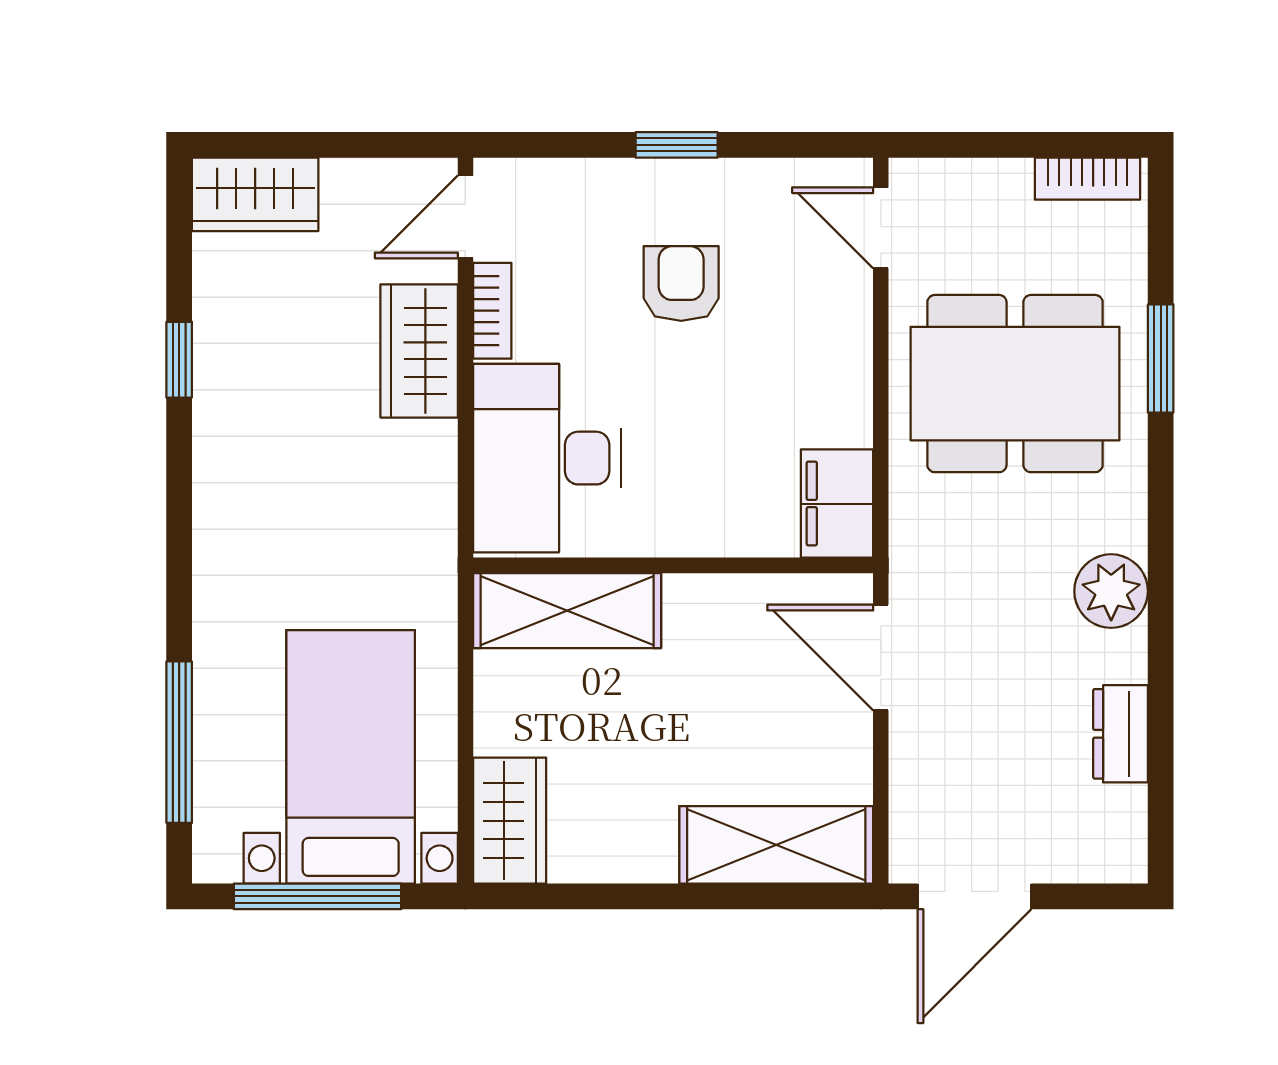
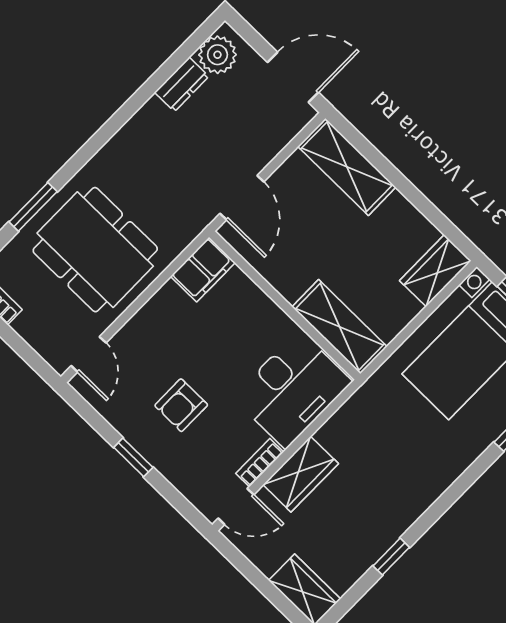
plant: (1111, 591) -> (217, 55), moved

